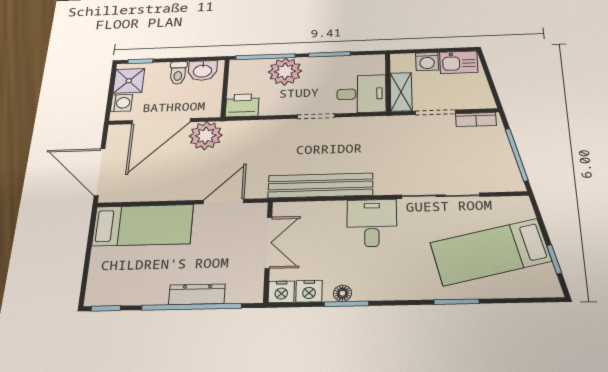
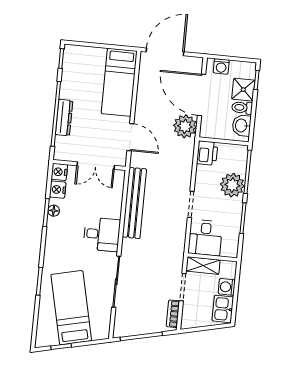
shower: (129, 81) -> (243, 90), moved

